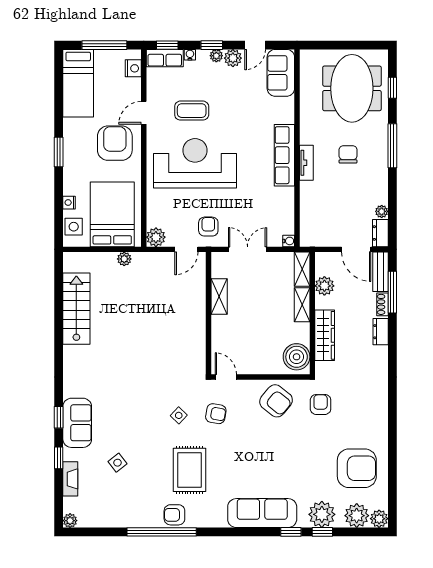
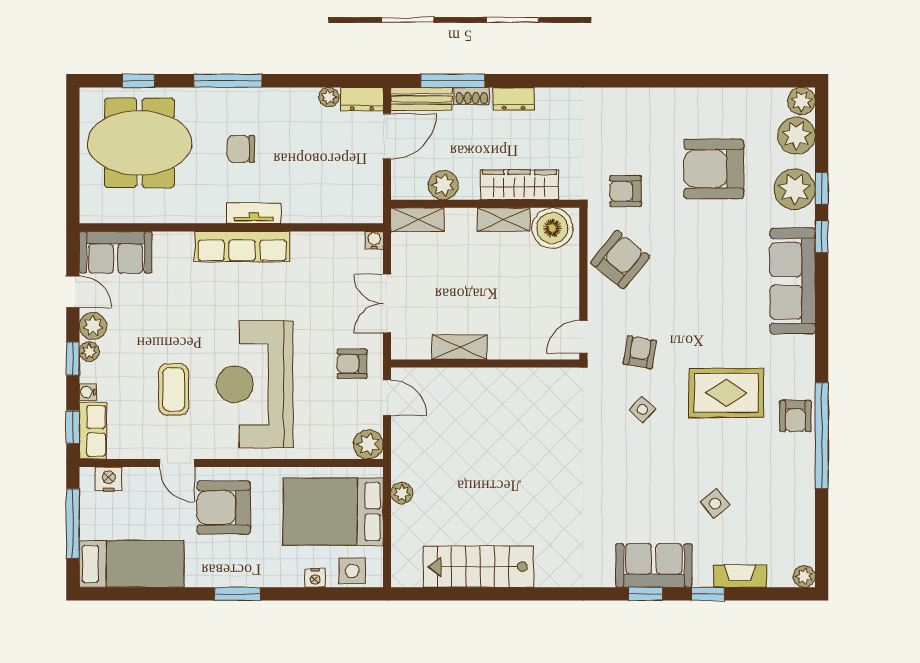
shelving: (302, 305) -> (504, 220), moved
armchair: (357, 468) -> (714, 169), moved, turned -90

